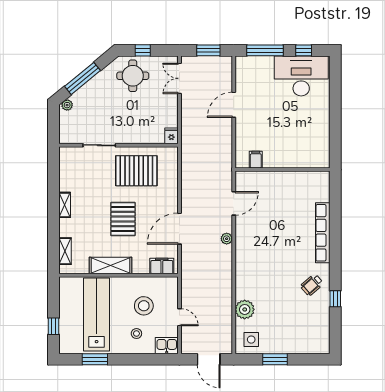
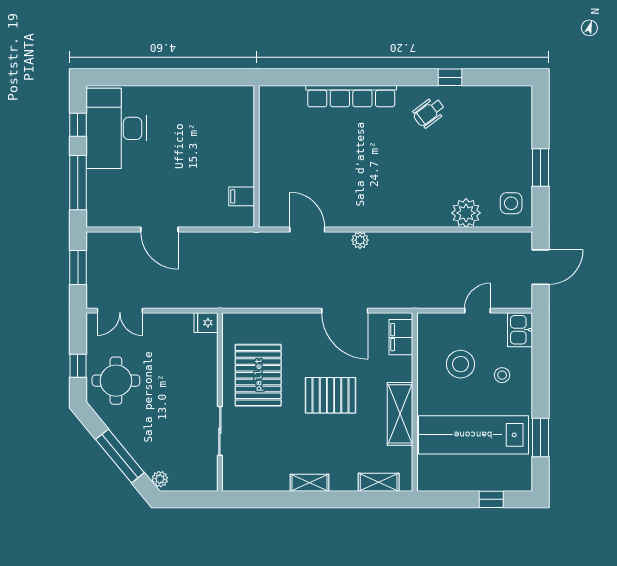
wheelchair: (312, 285) -> (429, 112), turned 94

